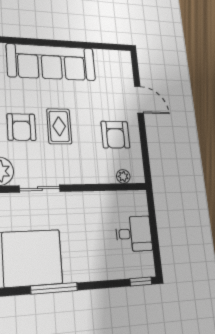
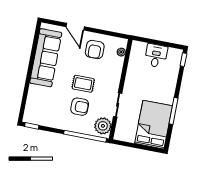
sofa: (51, 62) -> (46, 58), moved
door: (139, 100) -> (75, 27), swing flipped
armchair: (115, 135) -> (95, 49), turned 90

